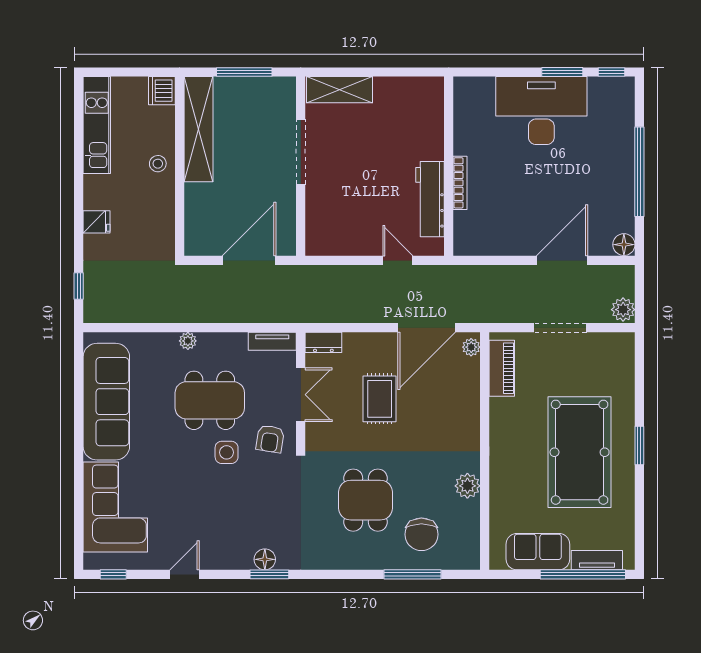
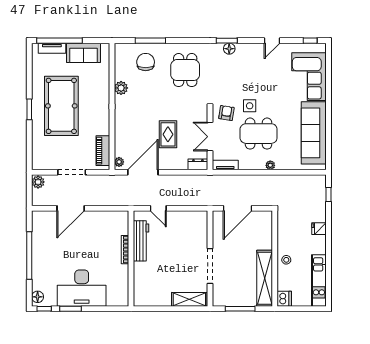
floor lamp: (624, 245) -> (38, 297), moved
dining table: (366, 500) -> (185, 70), moved

